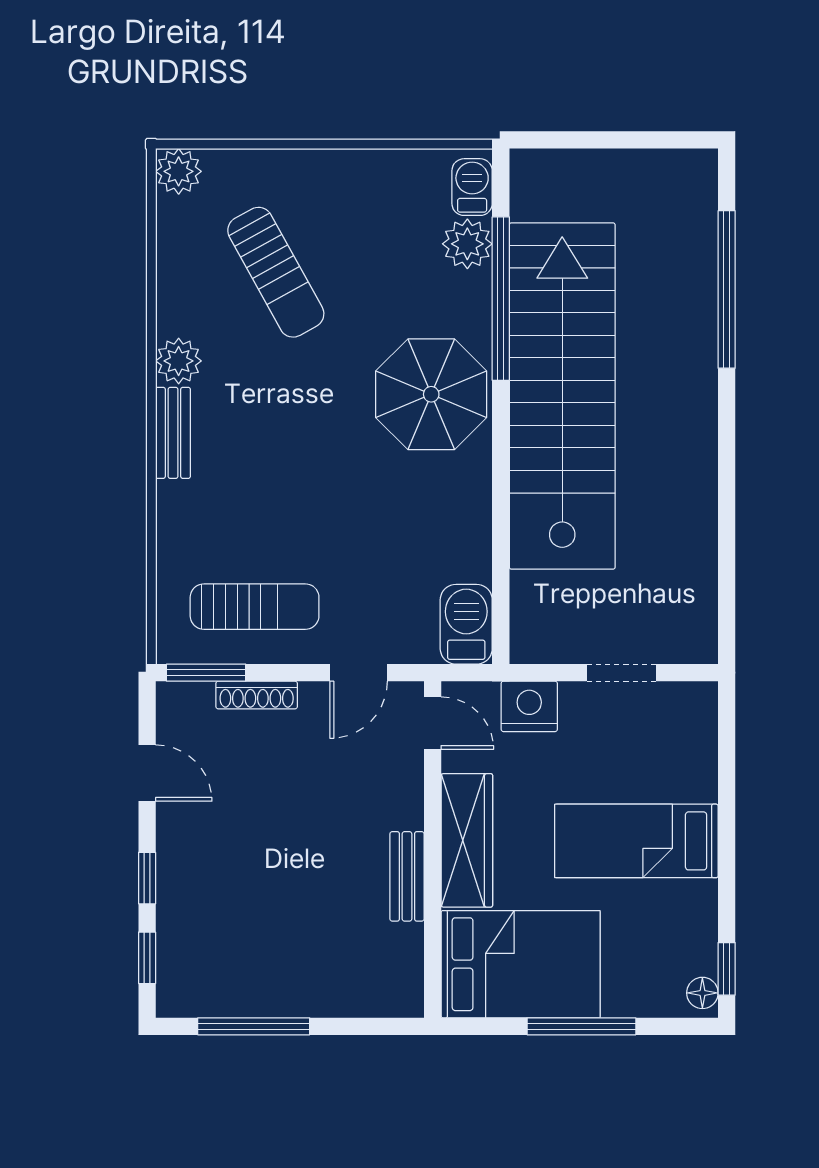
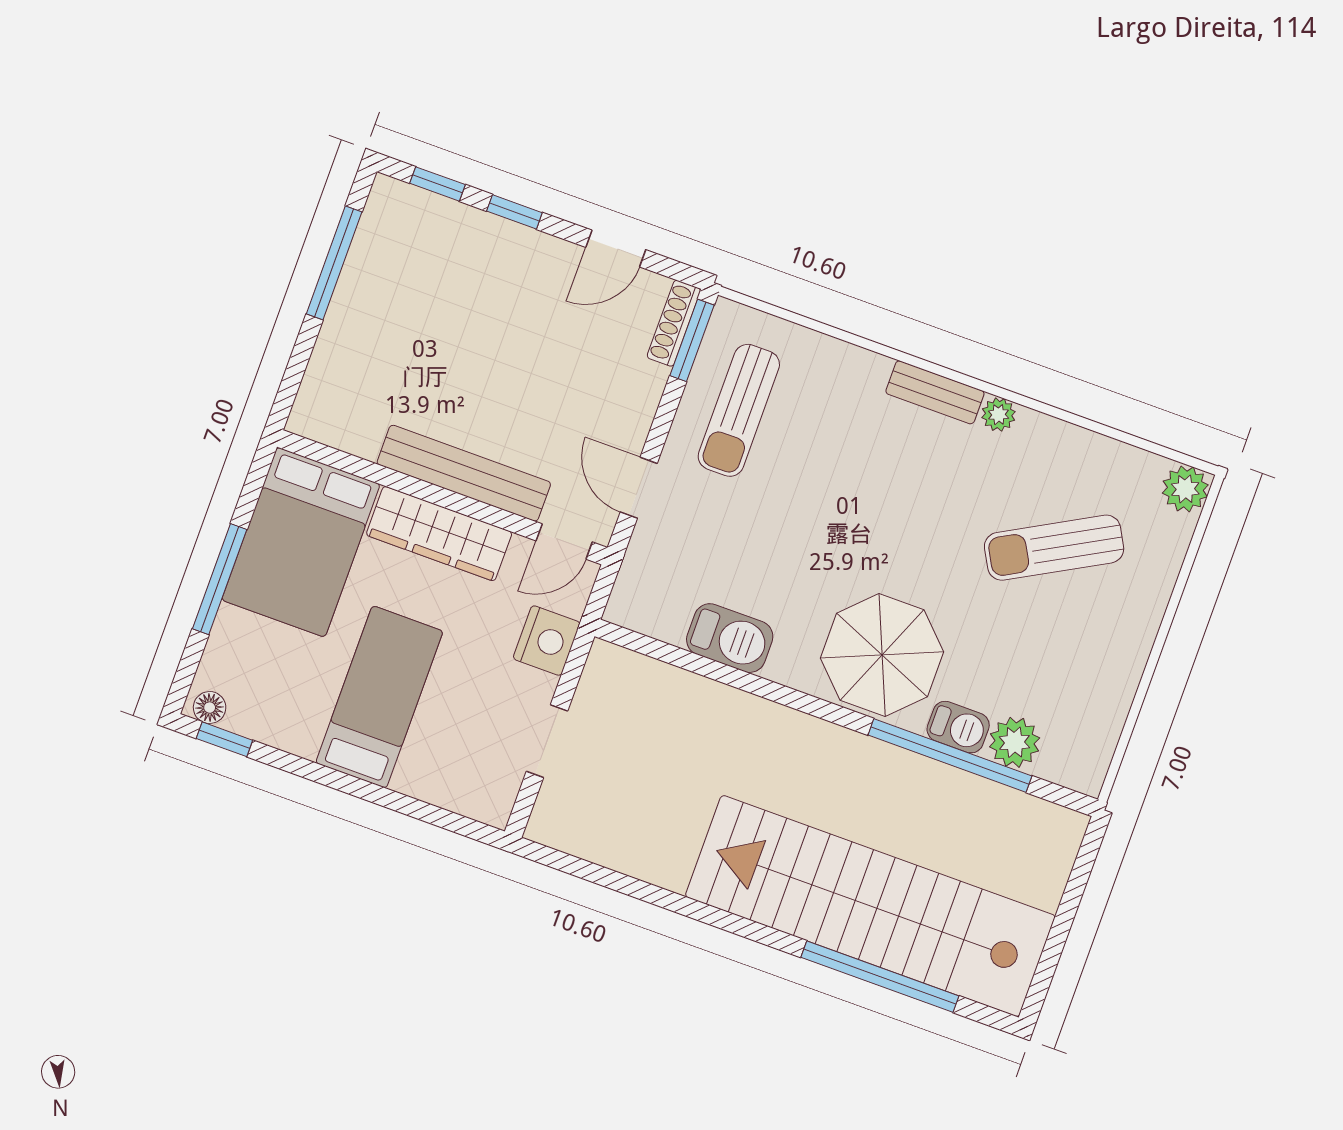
barbecue: (472, 187) -> (958, 727), moved
plant: (179, 361) -> (999, 415), width x0.73, depth x0.73
stairs: (562, 396) -> (870, 906), moved, turned 180
barbecue: (466, 624) -> (730, 638), moved
shoe rack: (257, 695) -> (674, 323), moved
bench: (407, 876) -> (464, 473), width x1.86, depth x1.21

